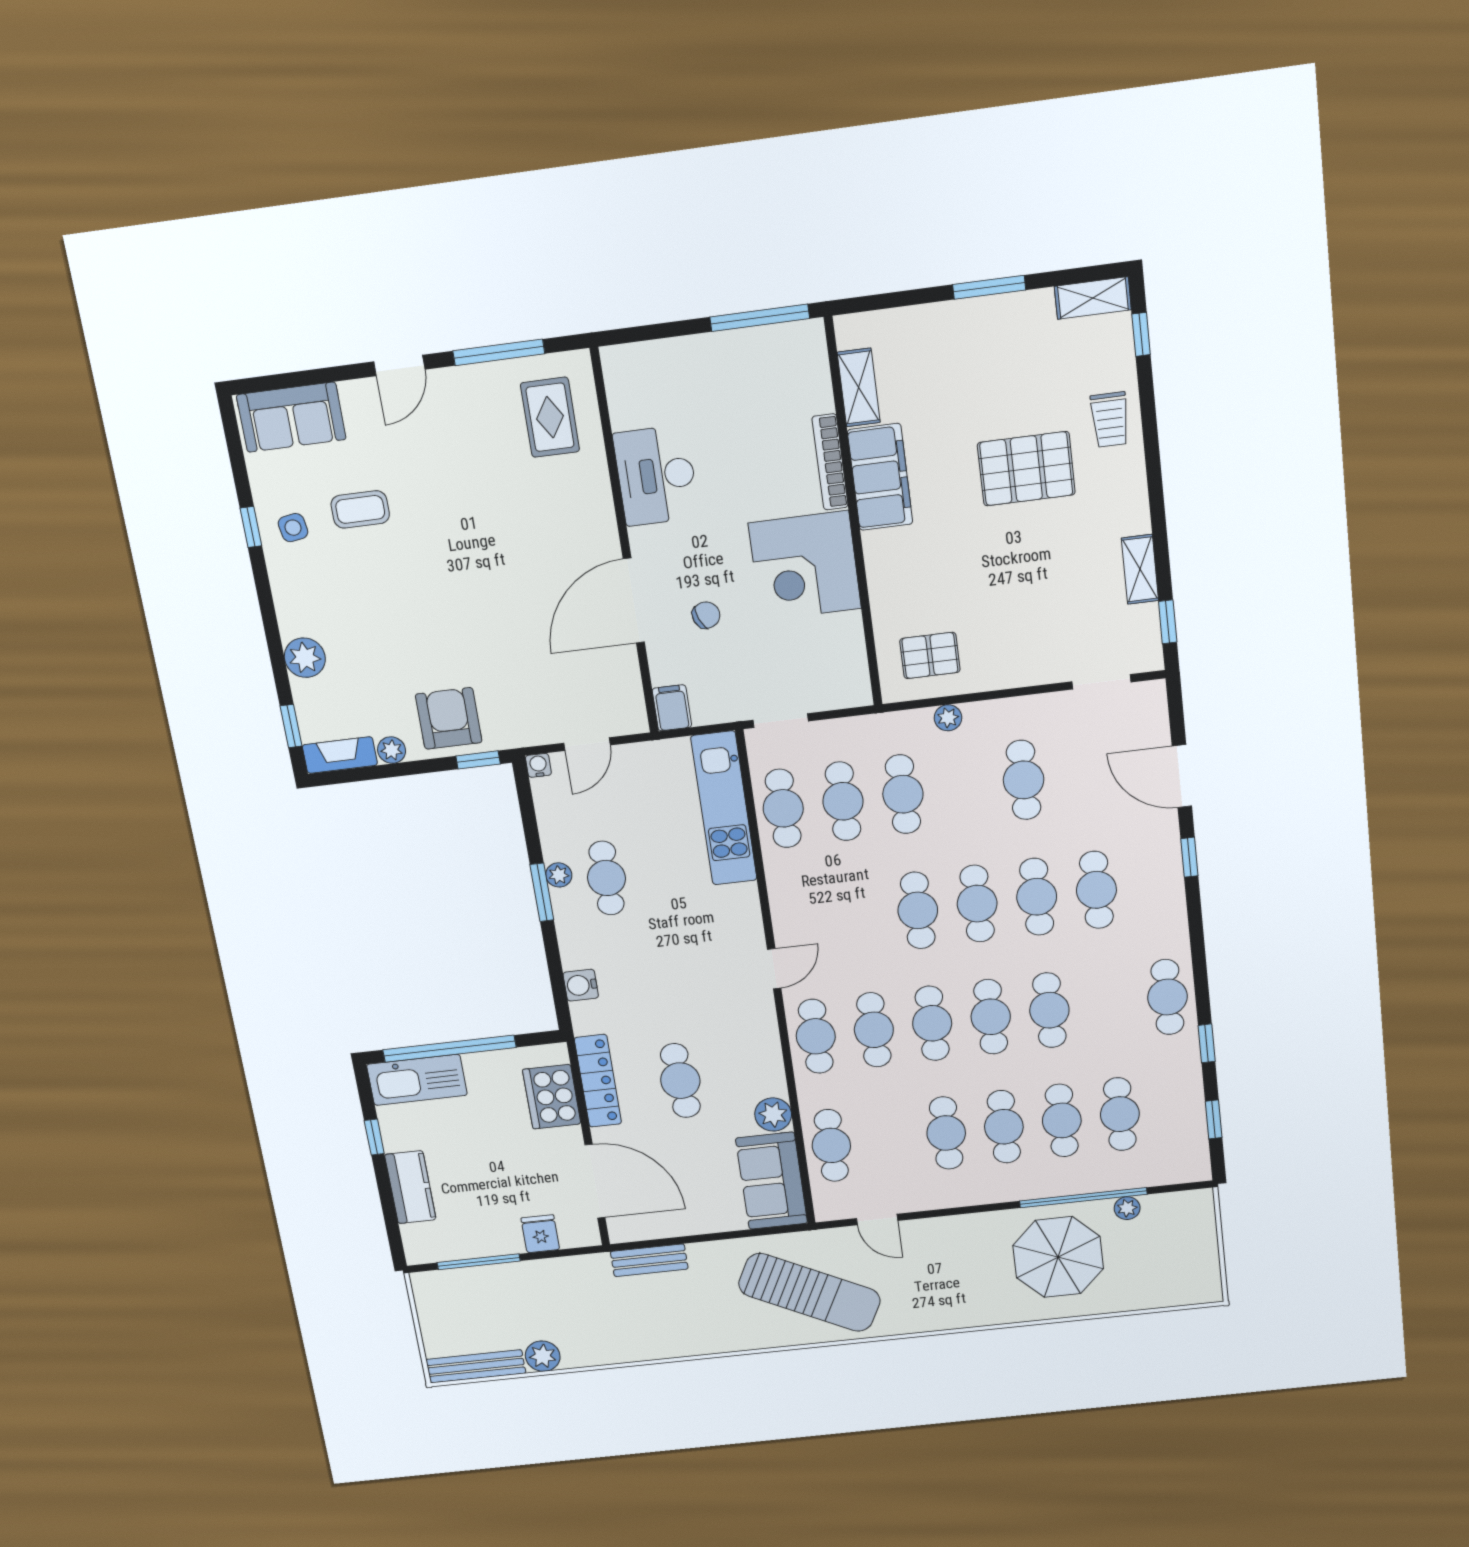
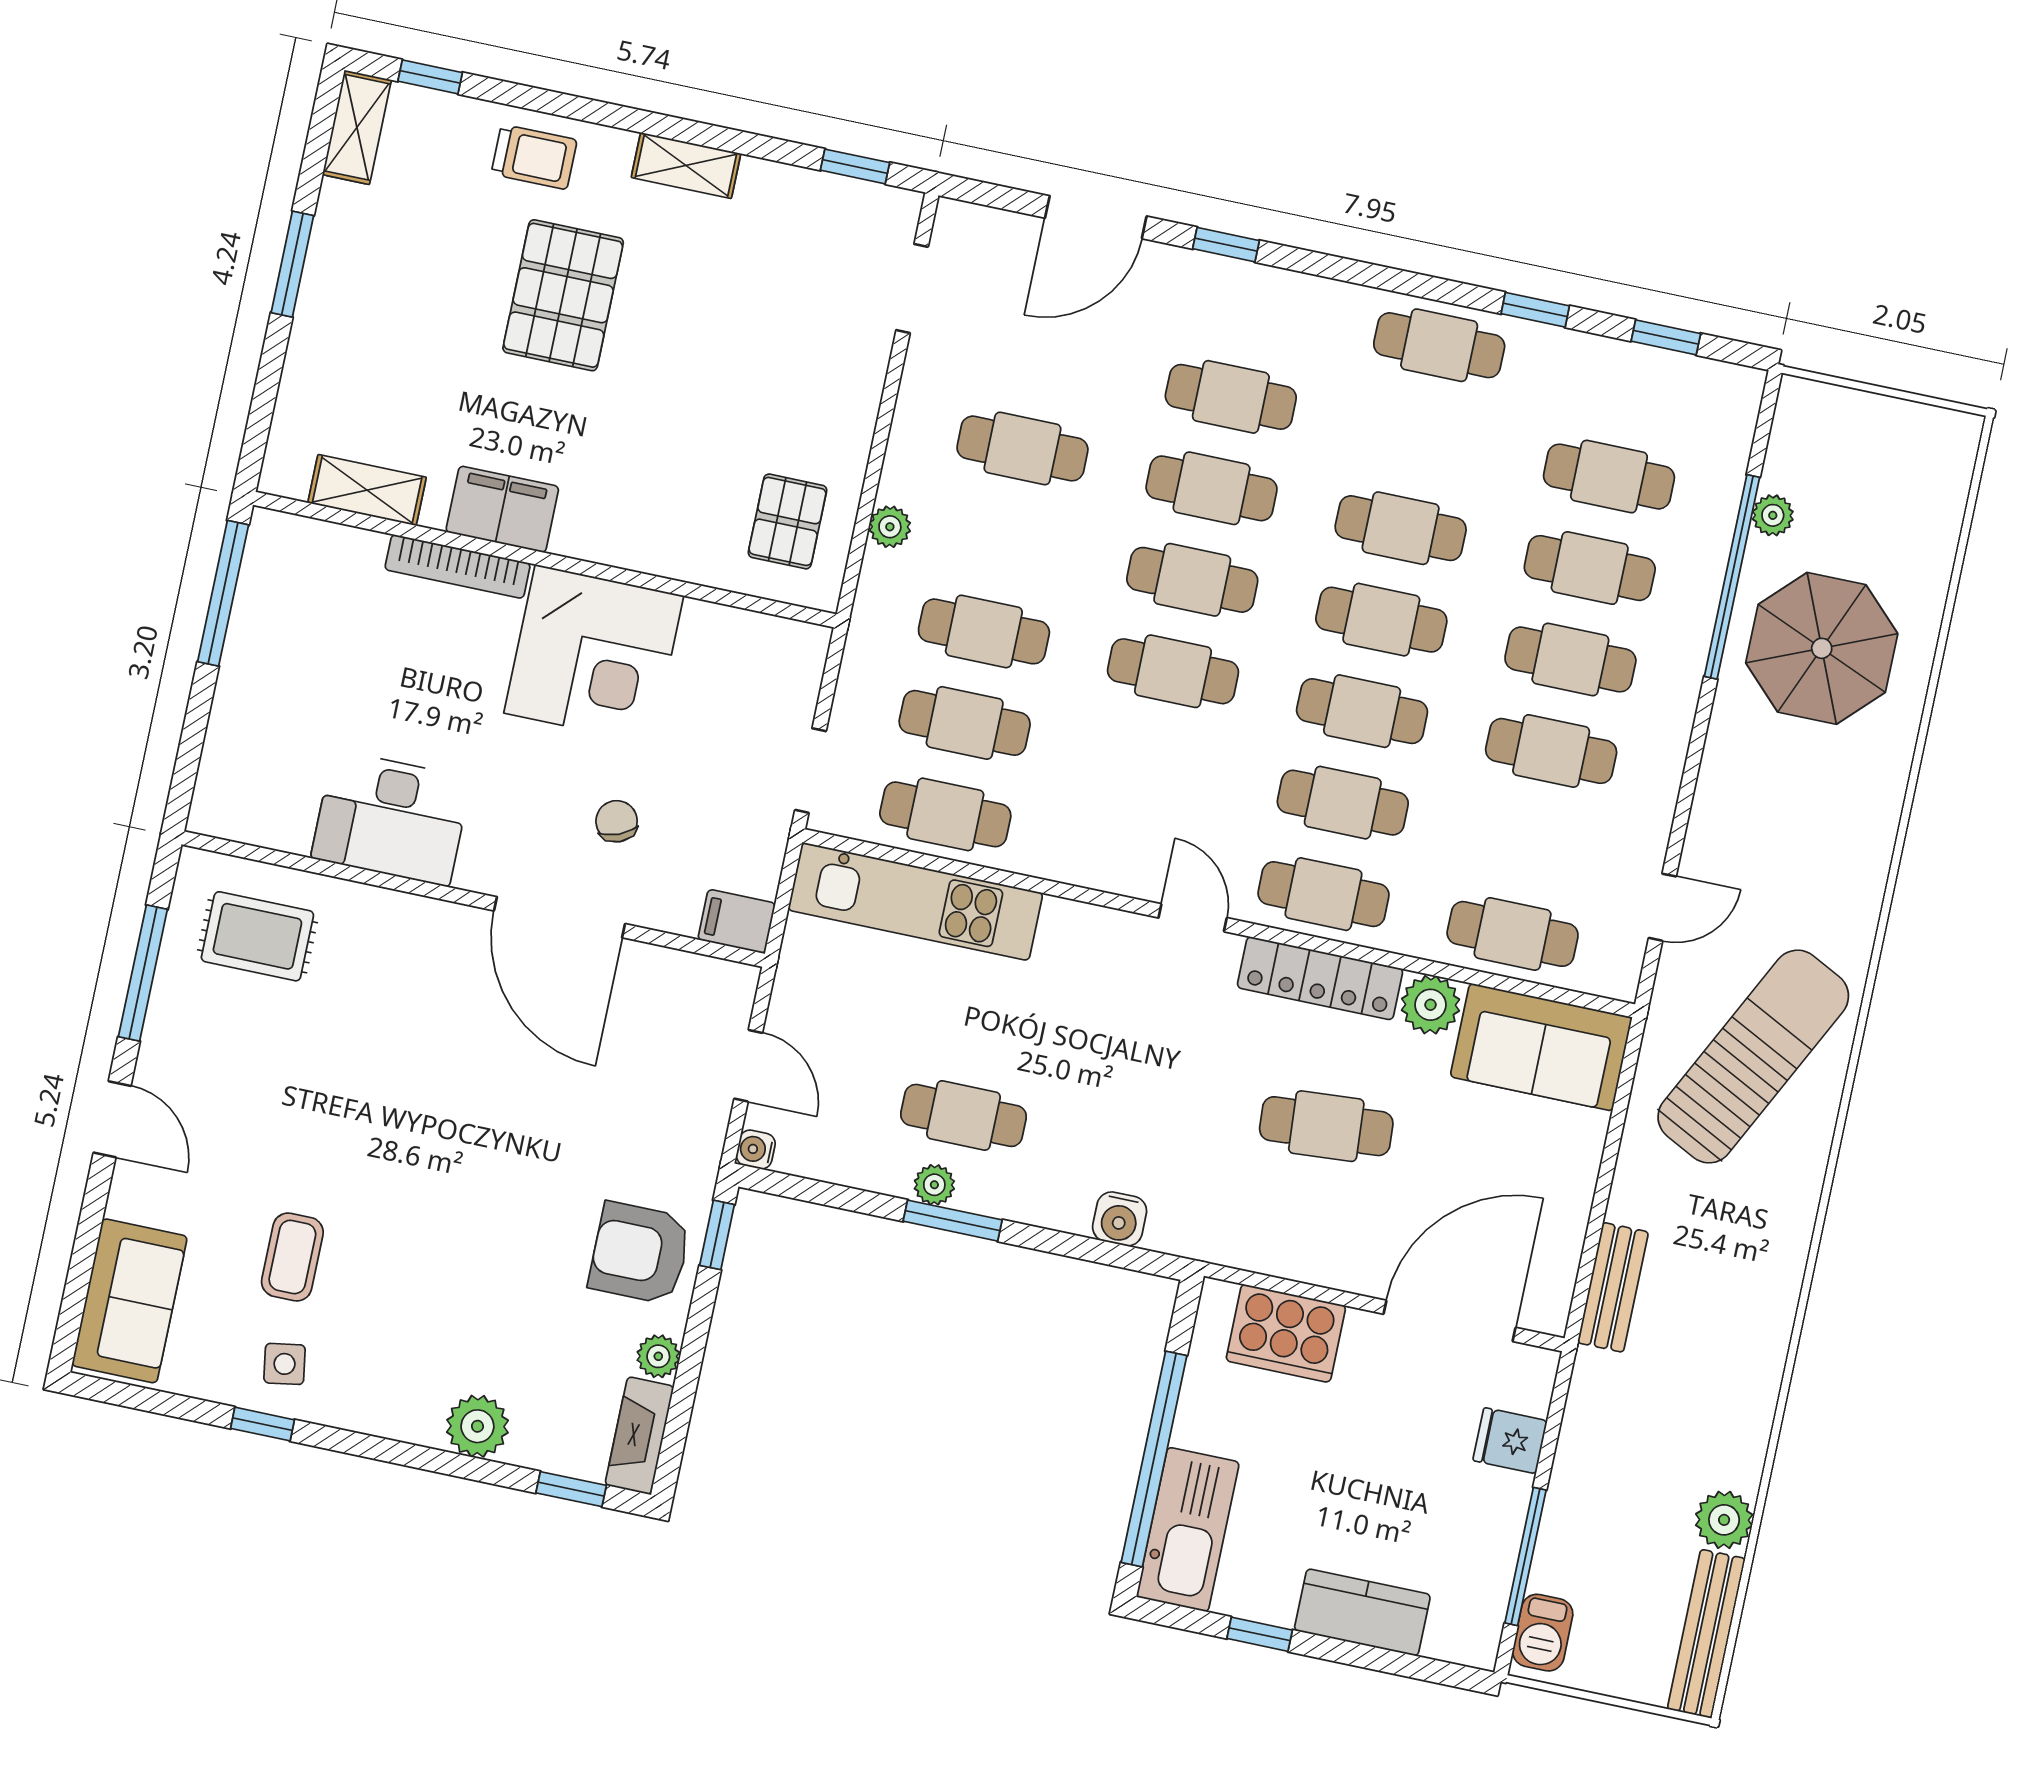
filing cabinet: (880, 477) -> (502, 509), width x0.67, depth x0.86
shelving: (1140, 569) -> (686, 165), moved
locker: (598, 1081) -> (1320, 978), moved, turned 180
barbecue: (440, 1284) -> (1543, 1633), added

